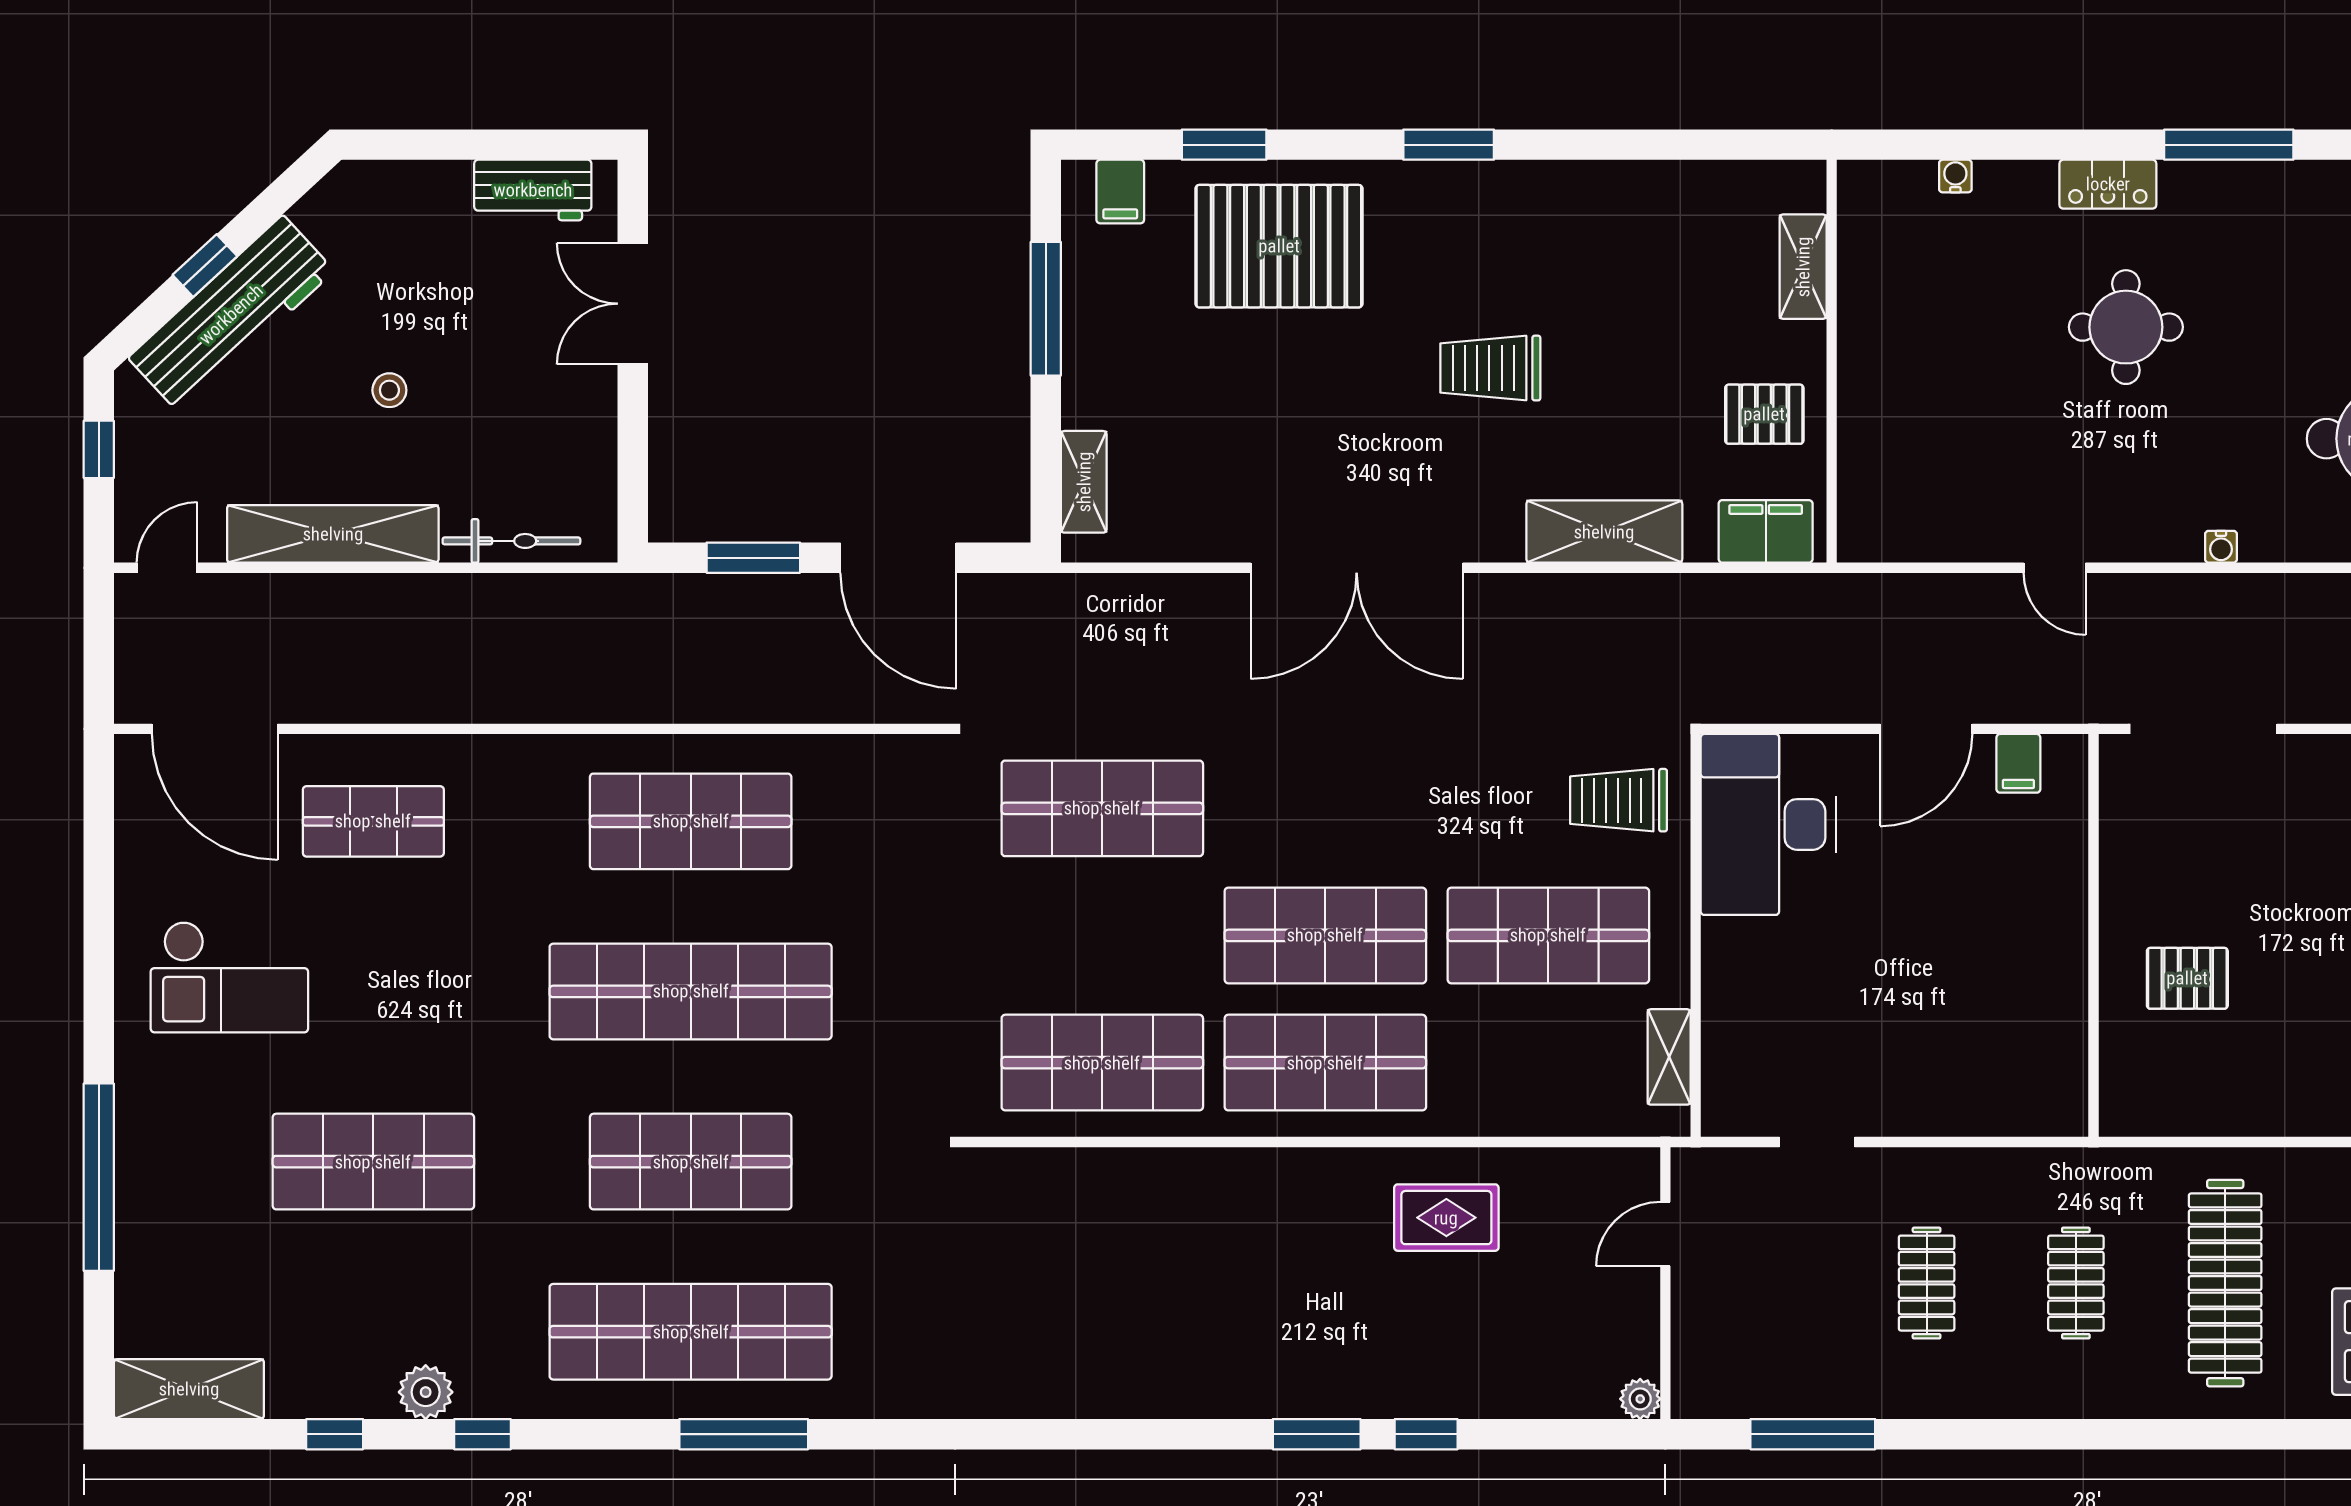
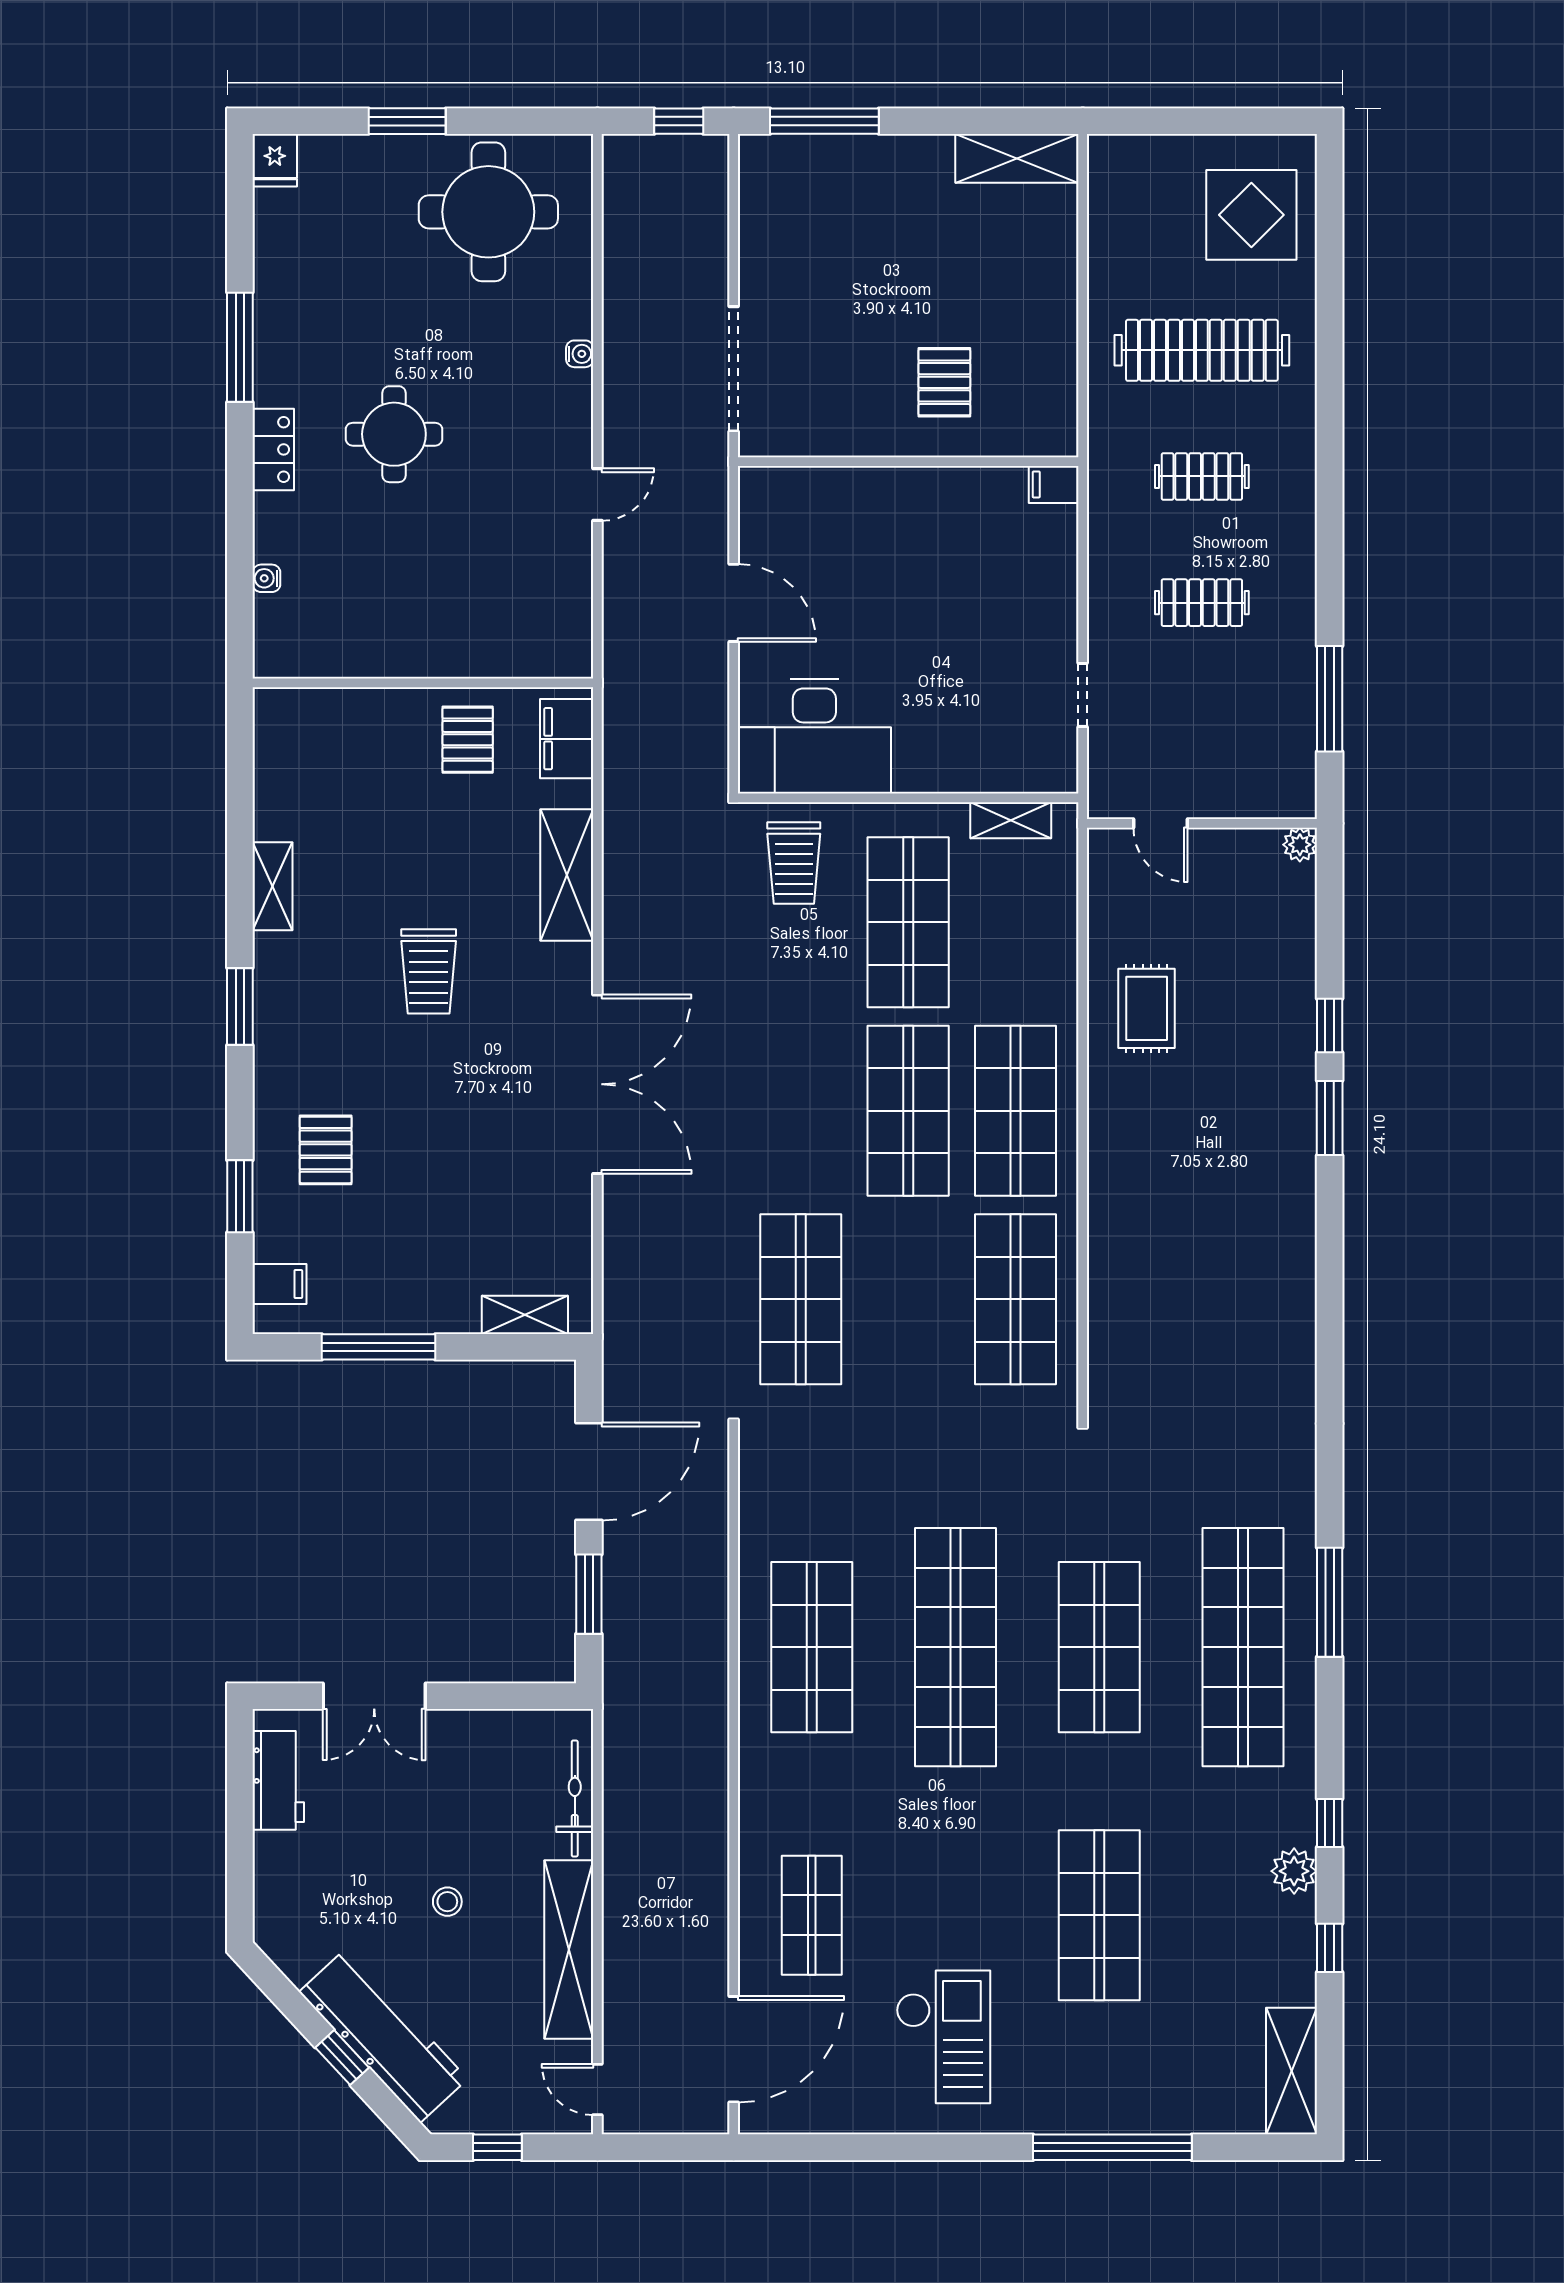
pallet: (1279, 246) -> (326, 1150), width x0.49, depth x0.50
shelving: (1803, 267) -> (272, 886), moved, turned 90
filing cabinet: (2018, 763) -> (1054, 484), moved, turned 180

